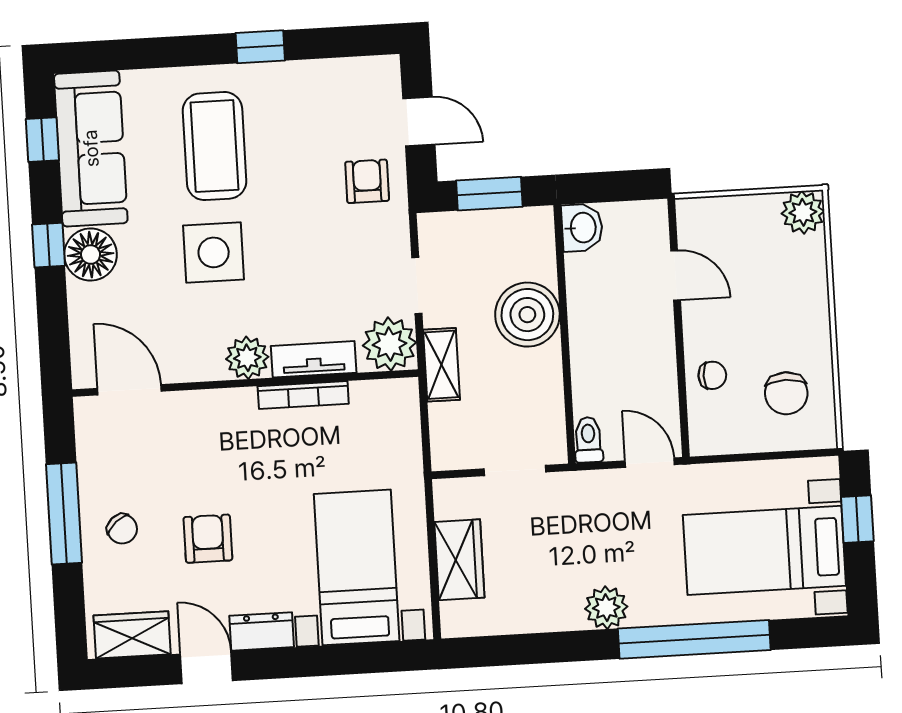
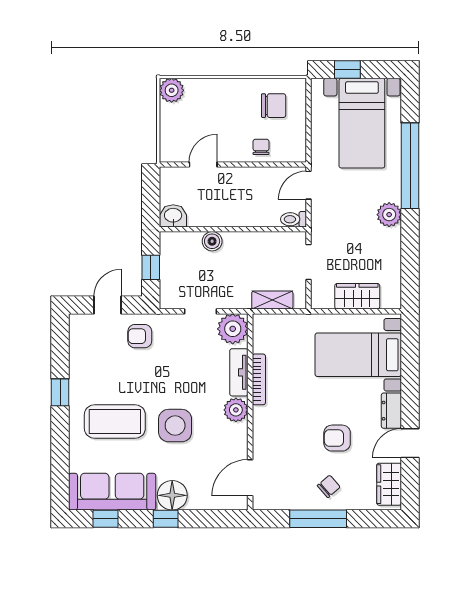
window: (489, 194) -> (151, 267), width x0.67
boiler: (527, 315) -> (212, 241), width x0.54, depth x0.54
shelving: (442, 365) -> (272, 300), moved

